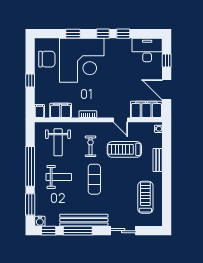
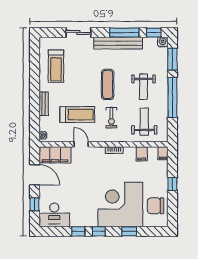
filing cabinet: (61, 110) -> (142, 154), width x0.50
weight bench: (59, 177) -> (144, 87), turned -90

